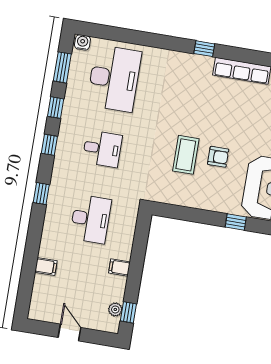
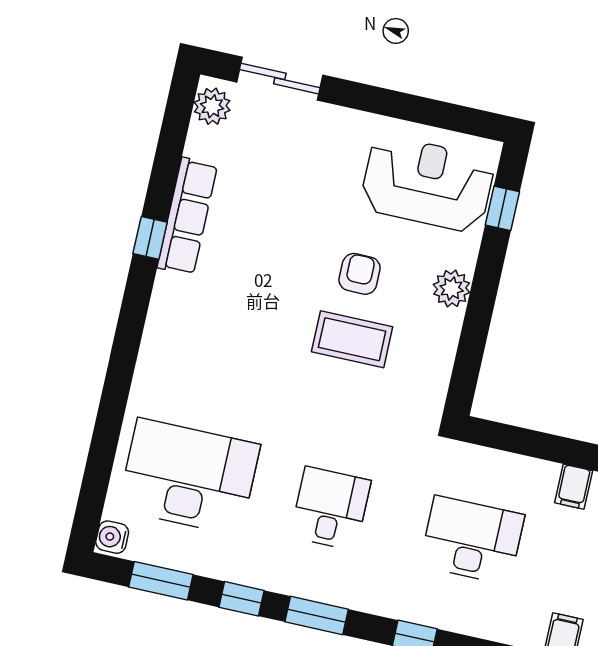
window: (204, 49) -> (150, 238), moved
window: (49, 145) -> (317, 616), width x1.50
plant: (213, 202) -> (452, 289), added
window: (236, 222) -> (502, 208), moved

